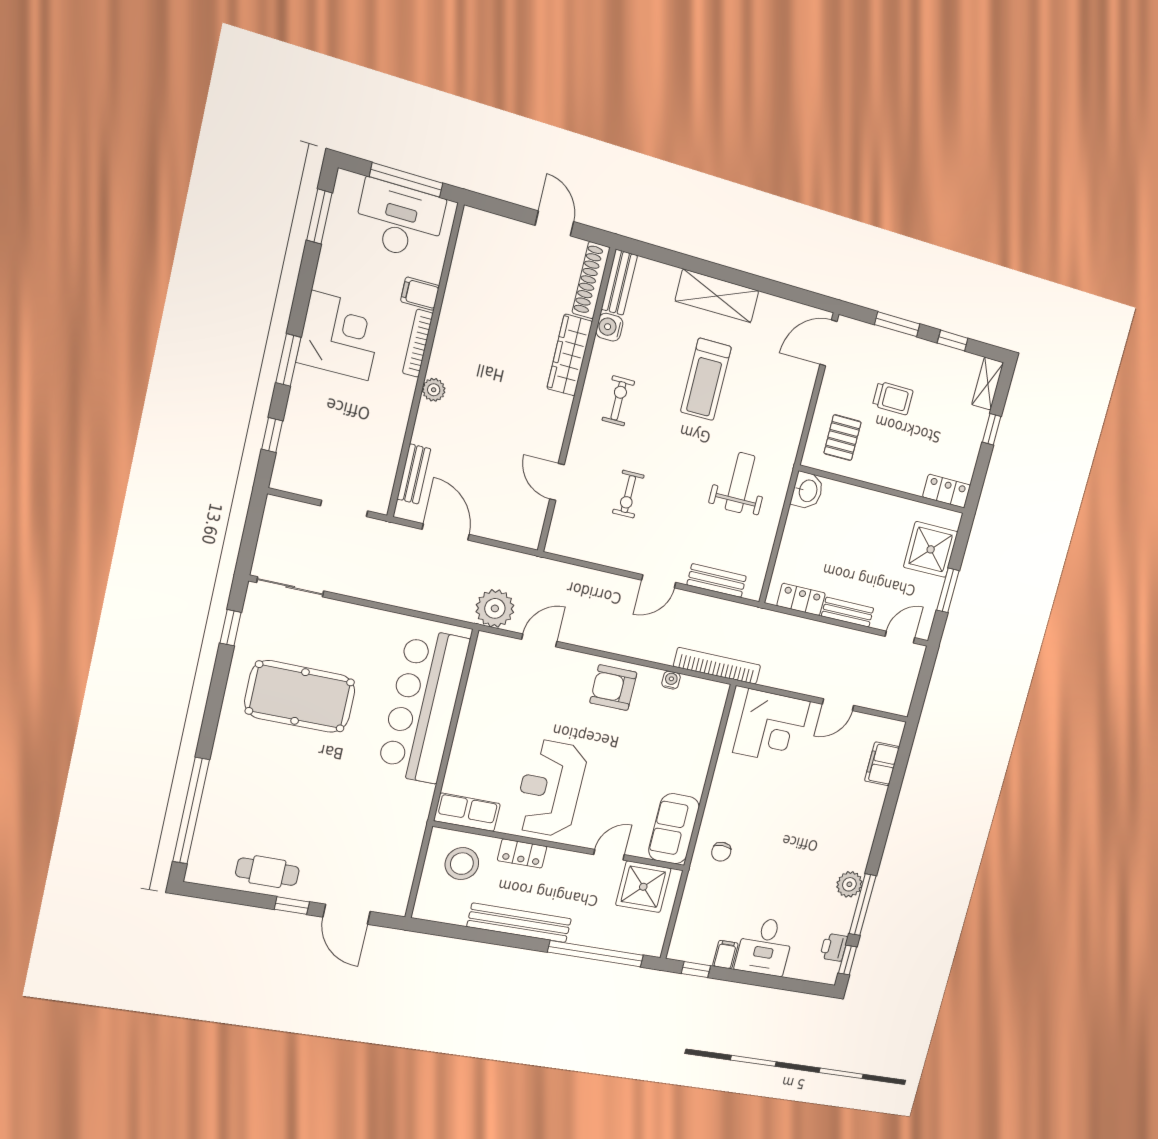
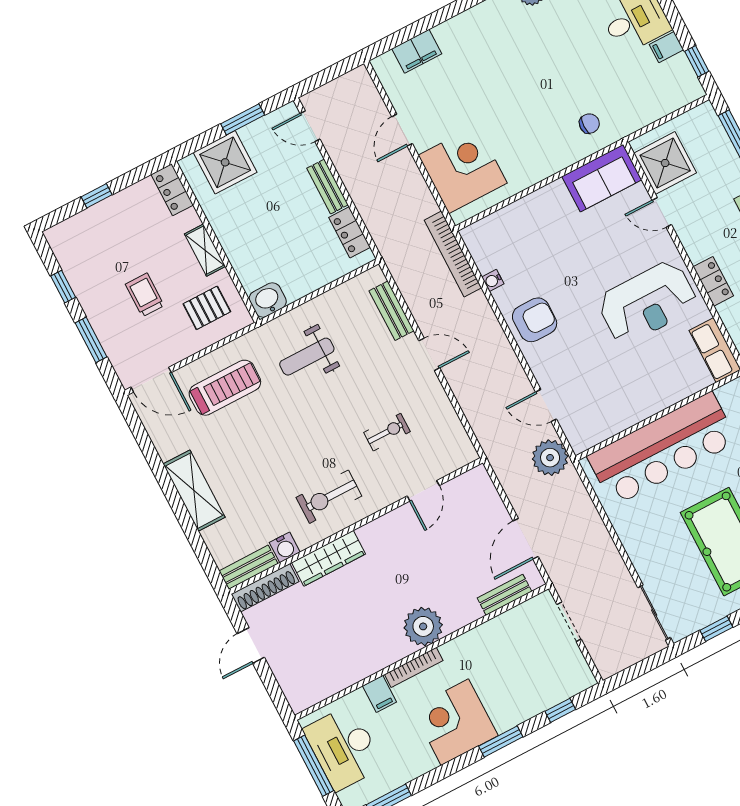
treadmill: (706, 379) -> (225, 388), moved
shelving: (988, 384) -> (205, 250), moved, turned 90
plant: (434, 390) -> (423, 626), width x1.88, depth x1.88
exercise bike: (618, 401) -> (329, 497), width x1.38, depth x1.39
armchair: (613, 688) -> (535, 320), turned -90
door: (838, 705) -> (402, 130), swing flipped

